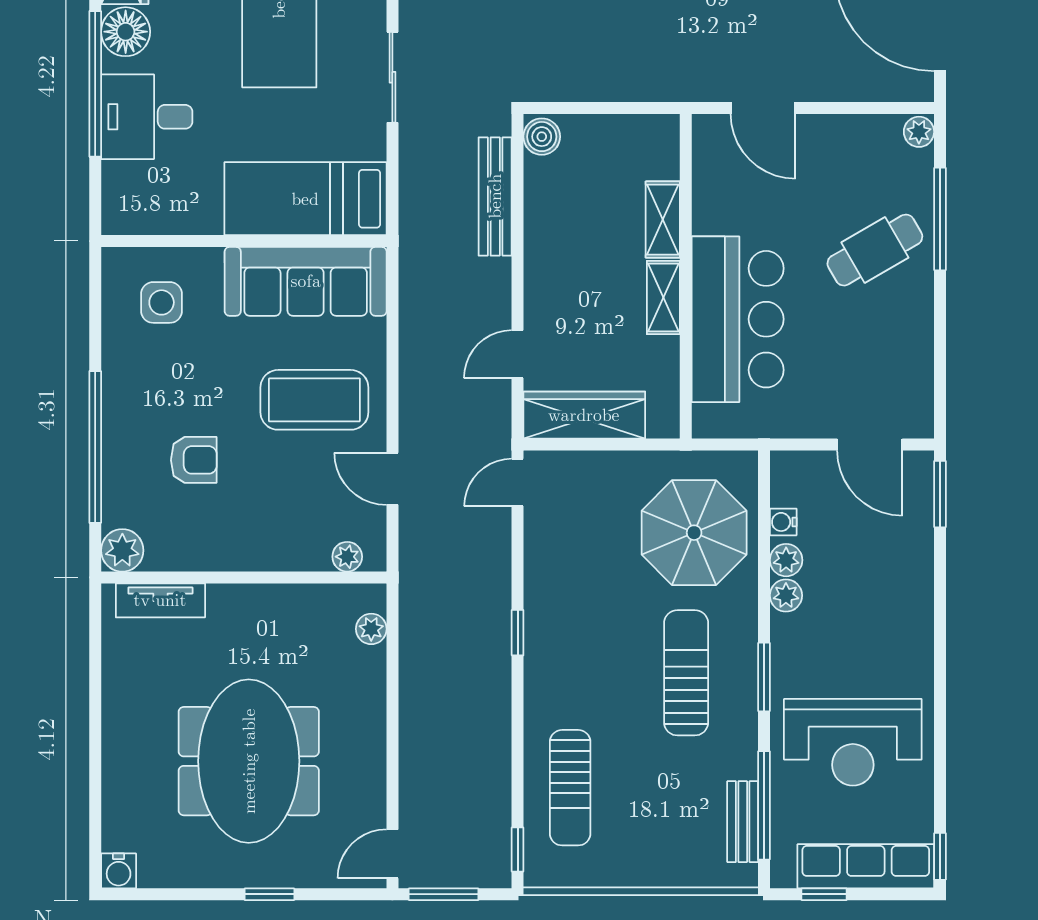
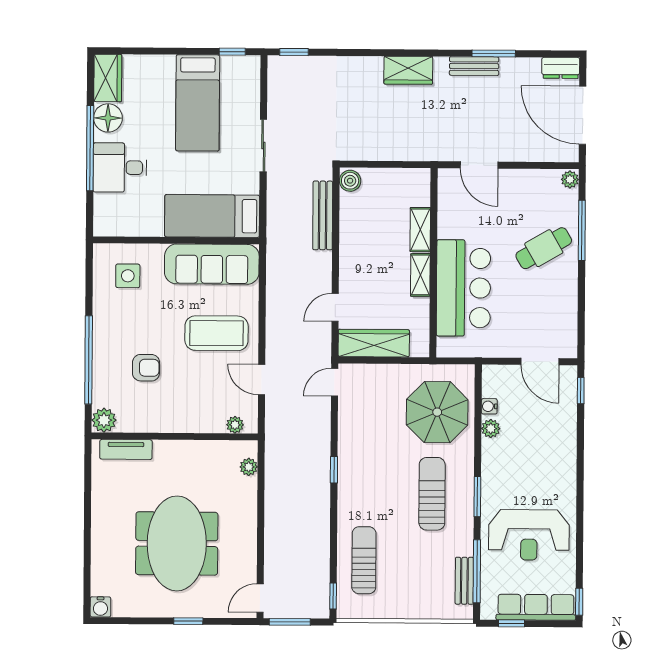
window: (940, 494) -> (581, 391), width x0.67
plant: (786, 595) -> (490, 449), removed
sun lounger: (570, 788) -> (364, 560), turned 180

